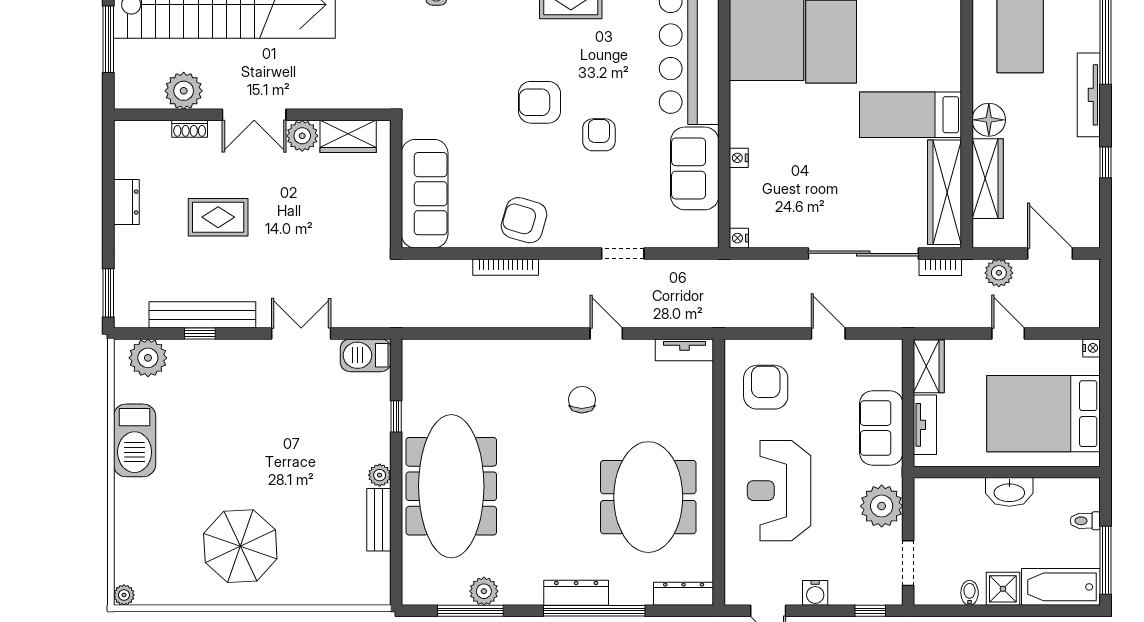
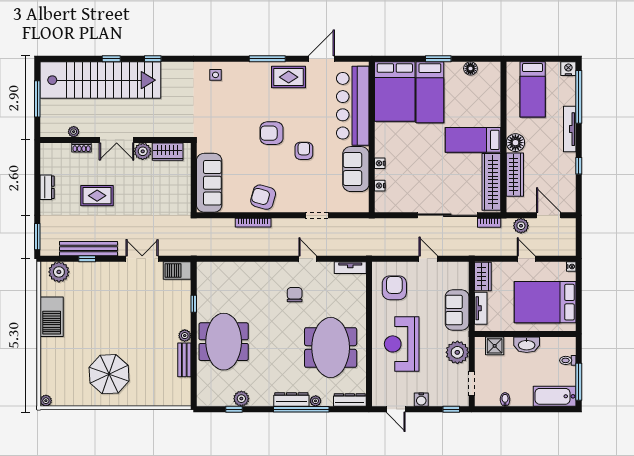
plant: (184, 91) -> (74, 132), width x0.53, depth x0.53
nightstand: (739, 238) -> (380, 186), moved
meeting table: (451, 486) -> (224, 342), width x0.73
shower: (1003, 589) -> (495, 346), moved
plant: (621, 595) -> (316, 401), added
window: (470, 611) -> (234, 409), width x0.46

